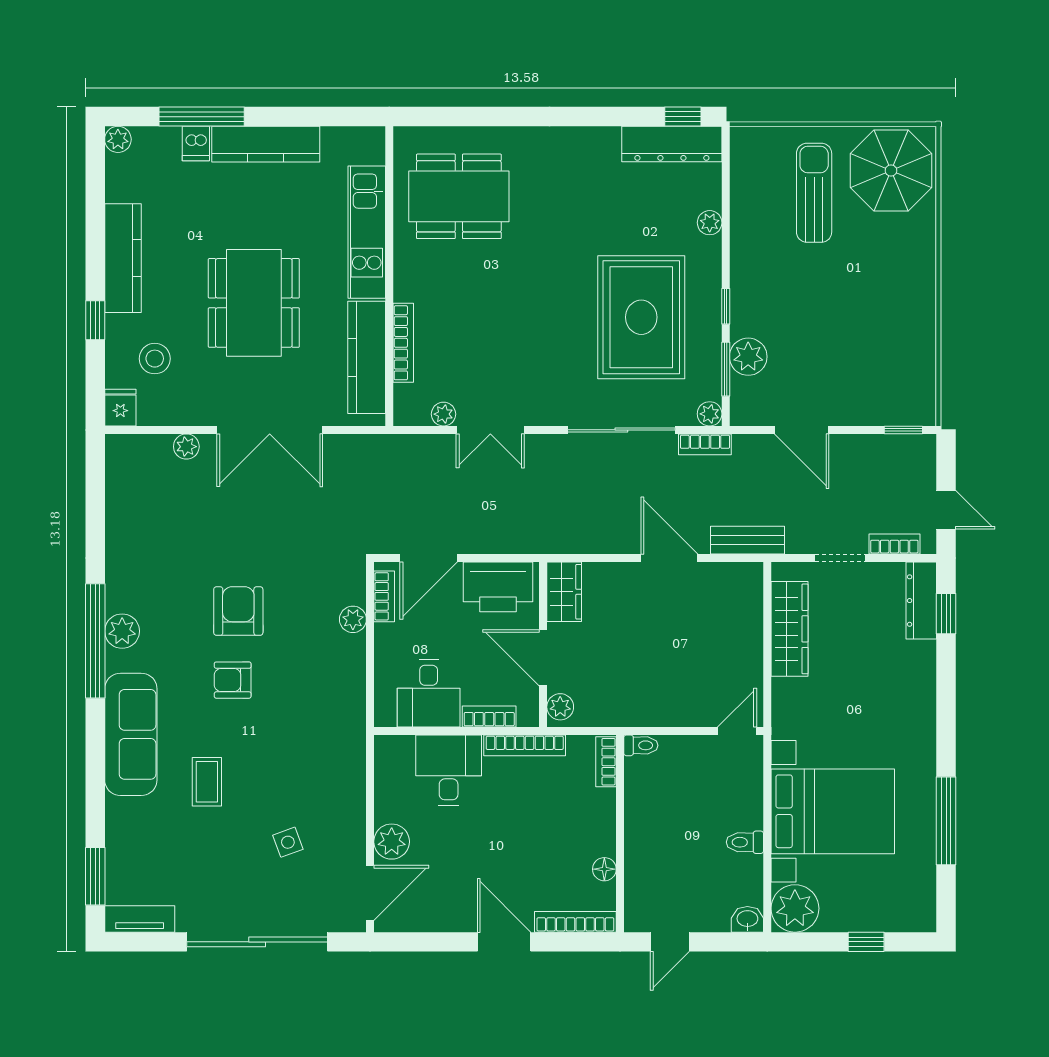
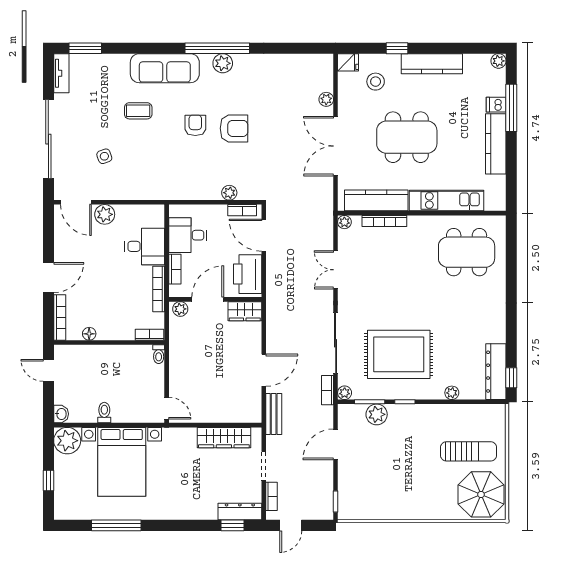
dining table: (459, 196) -> (467, 252), turned 90
plant: (444, 414) -> (344, 222), moved

